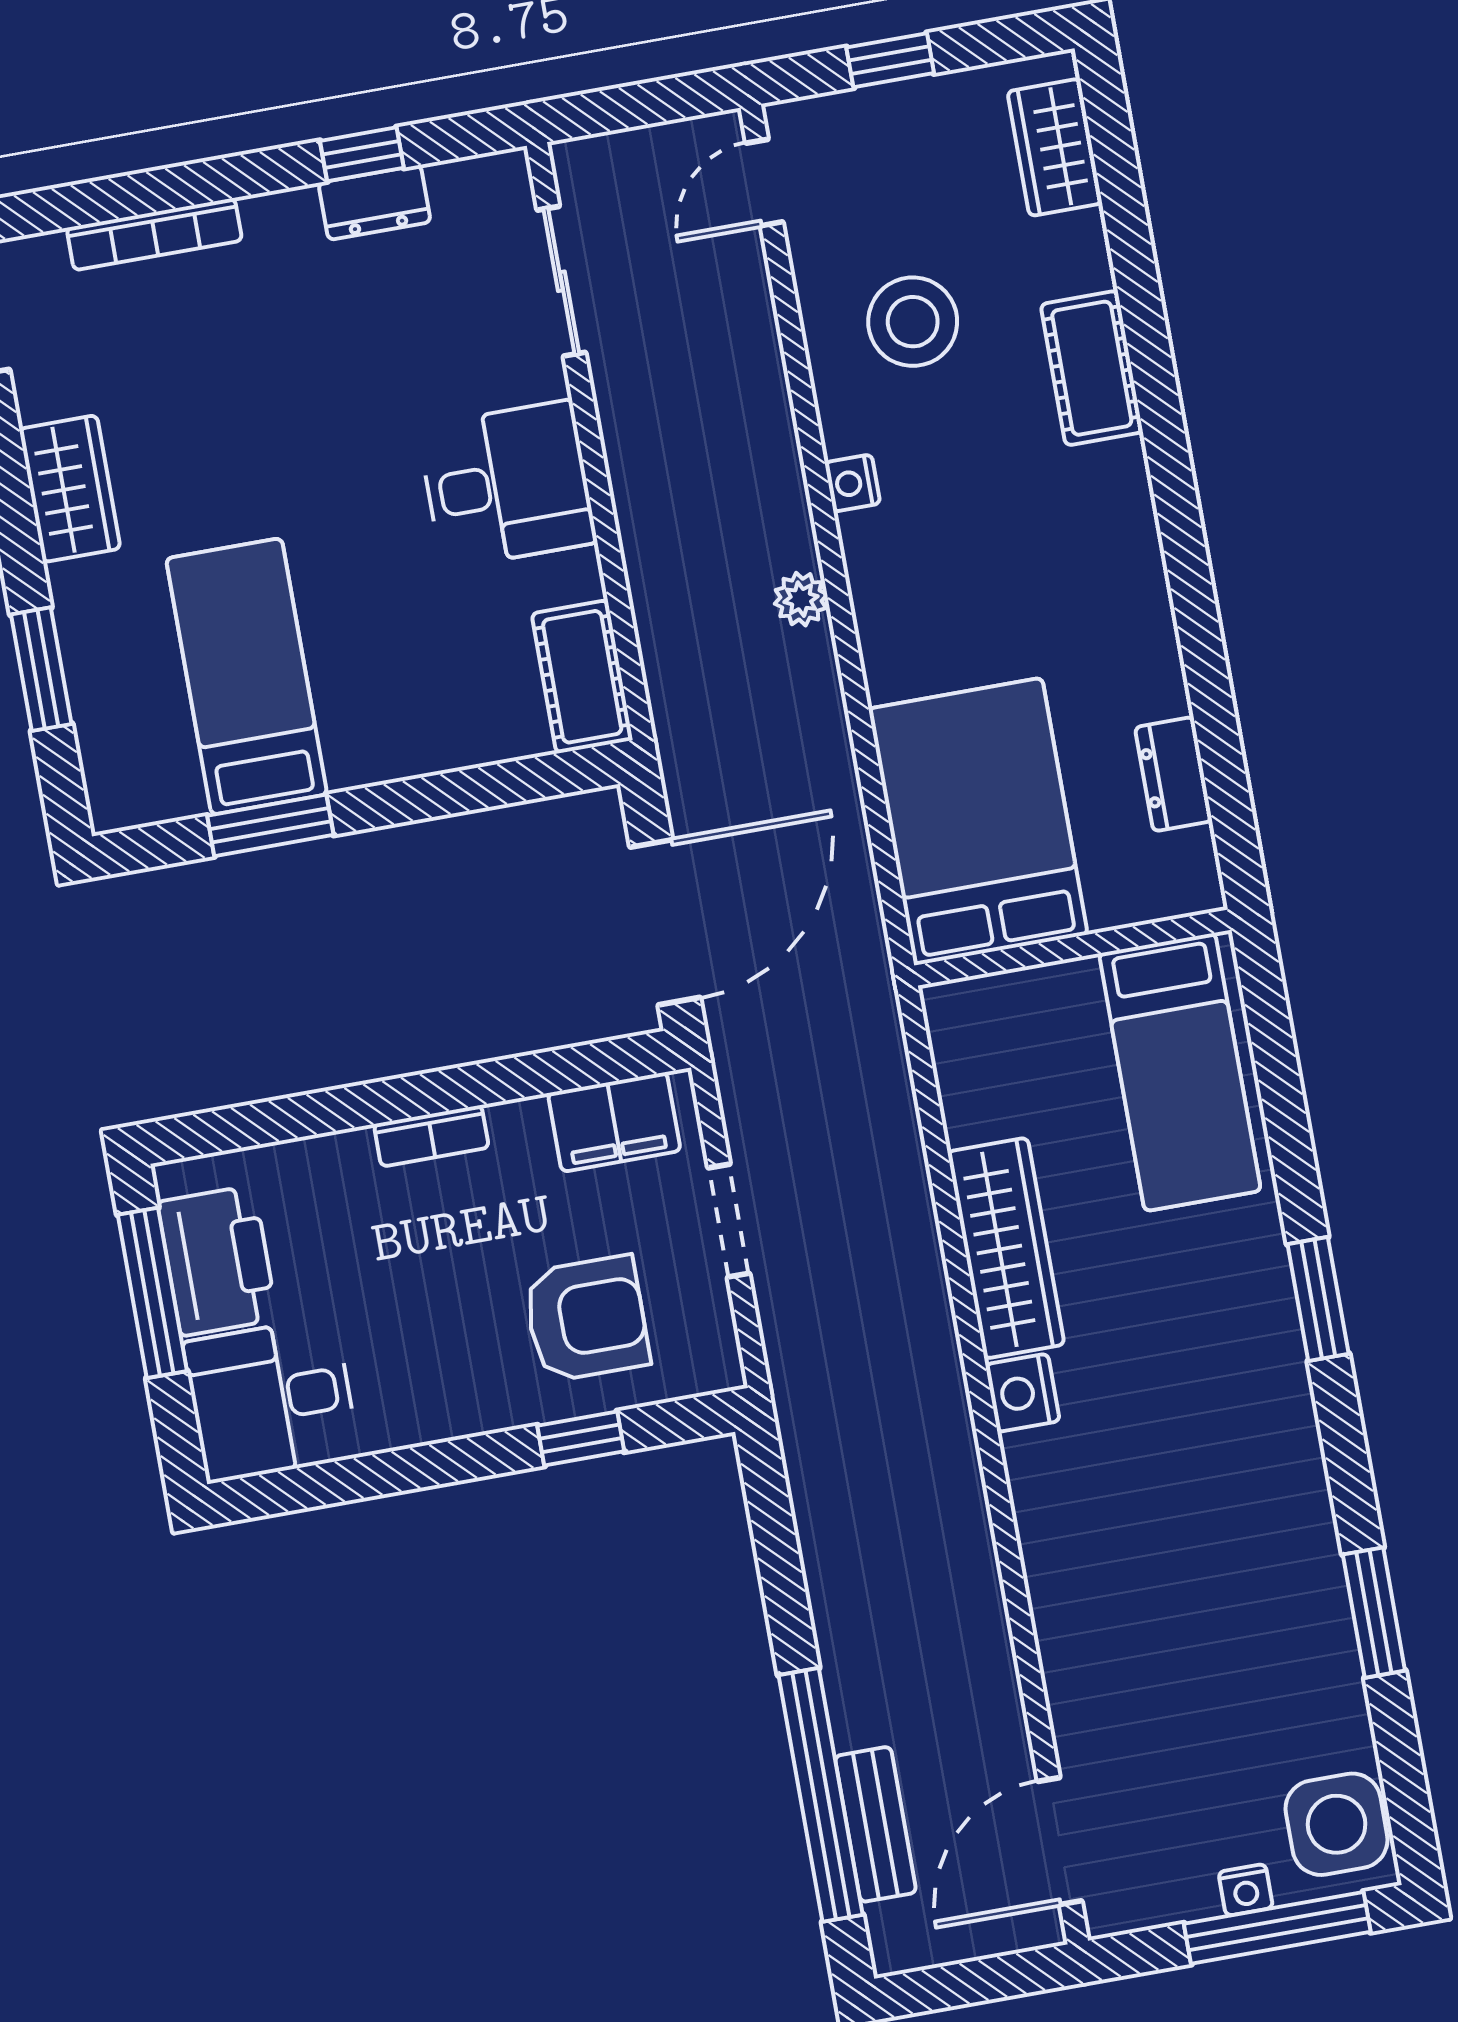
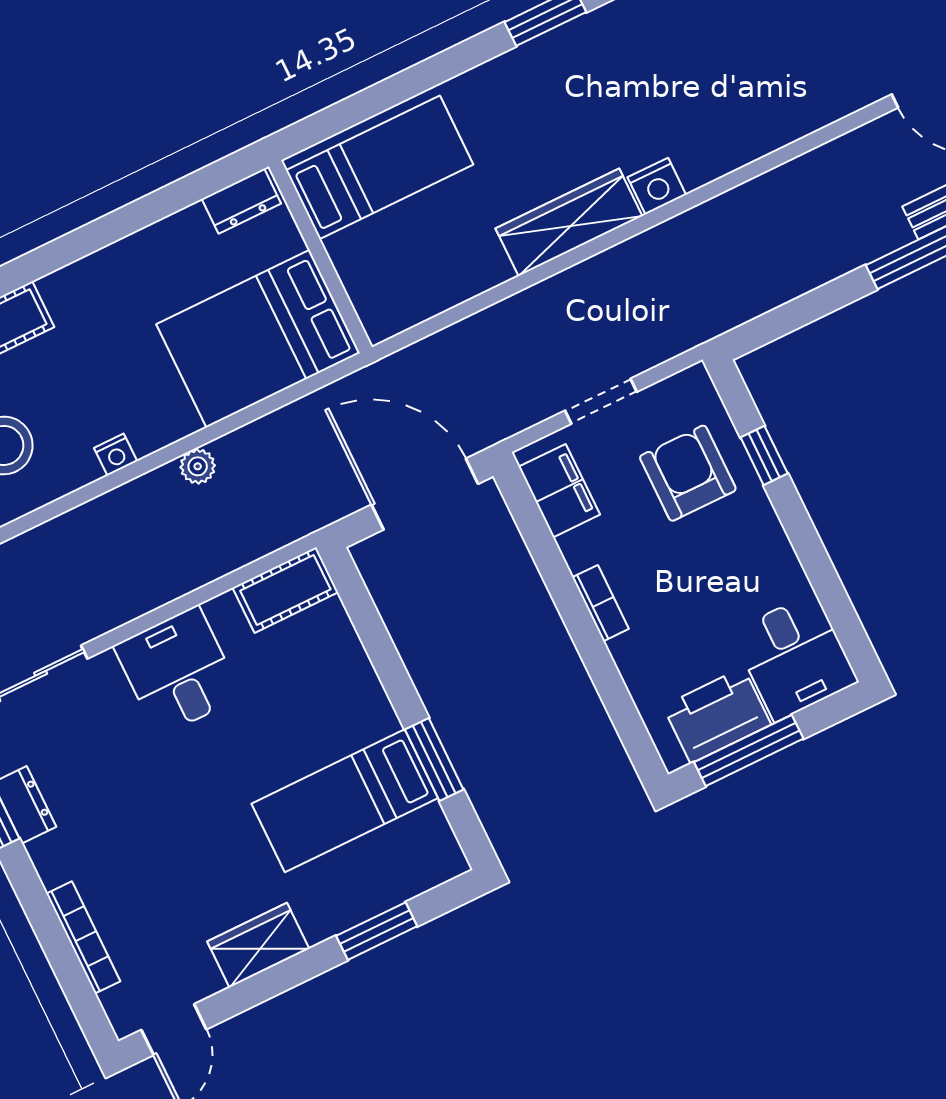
bed: (978, 822) -> (258, 339), moved
wall: (1073, 948) -> (320, 257), moved
bed: (1180, 1072) -> (380, 167), moved

